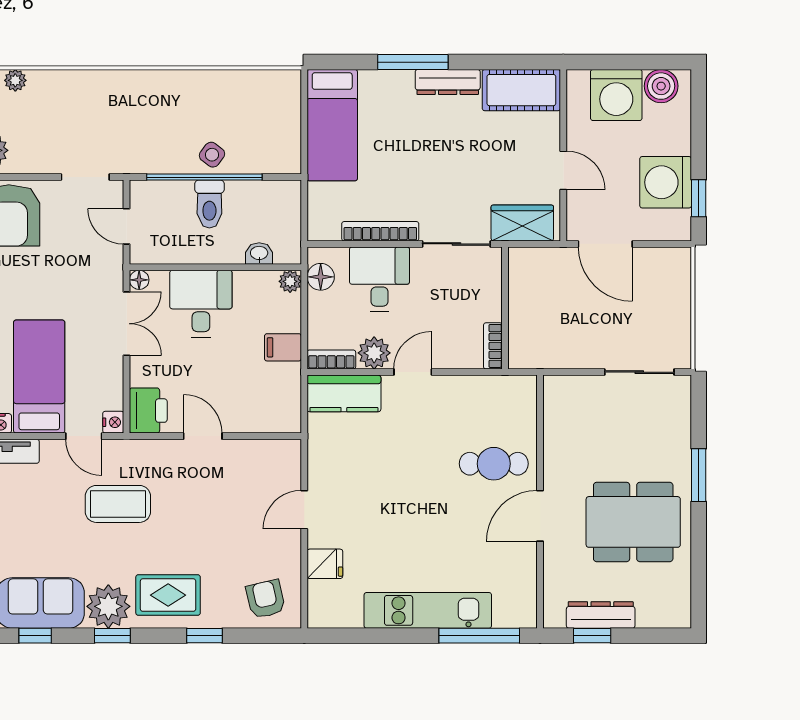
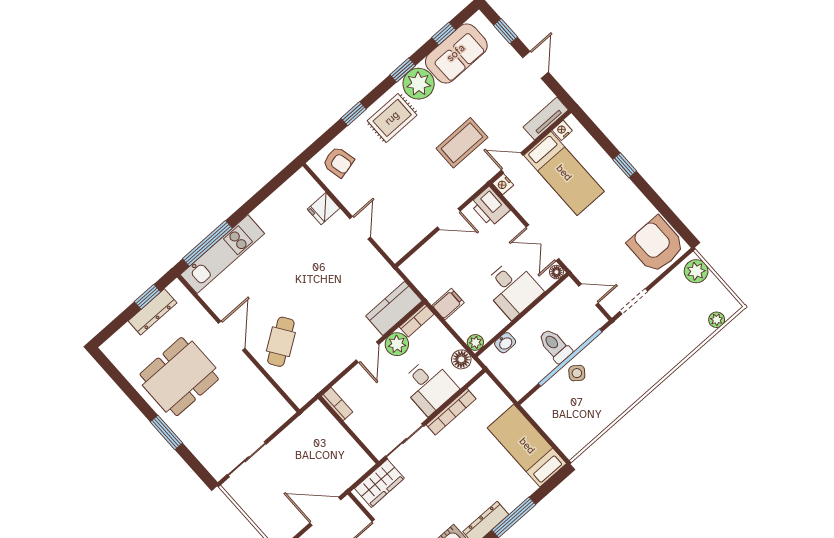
cafe table: (494, 464) -> (281, 342), turned -34
kitchen unit: (428, 610) -> (222, 254), moved

